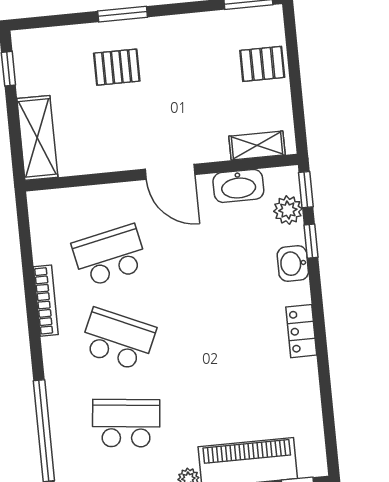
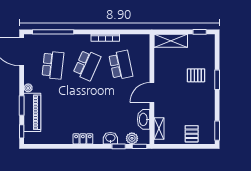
pallet: (117, 67) -> (196, 75), turned 90

